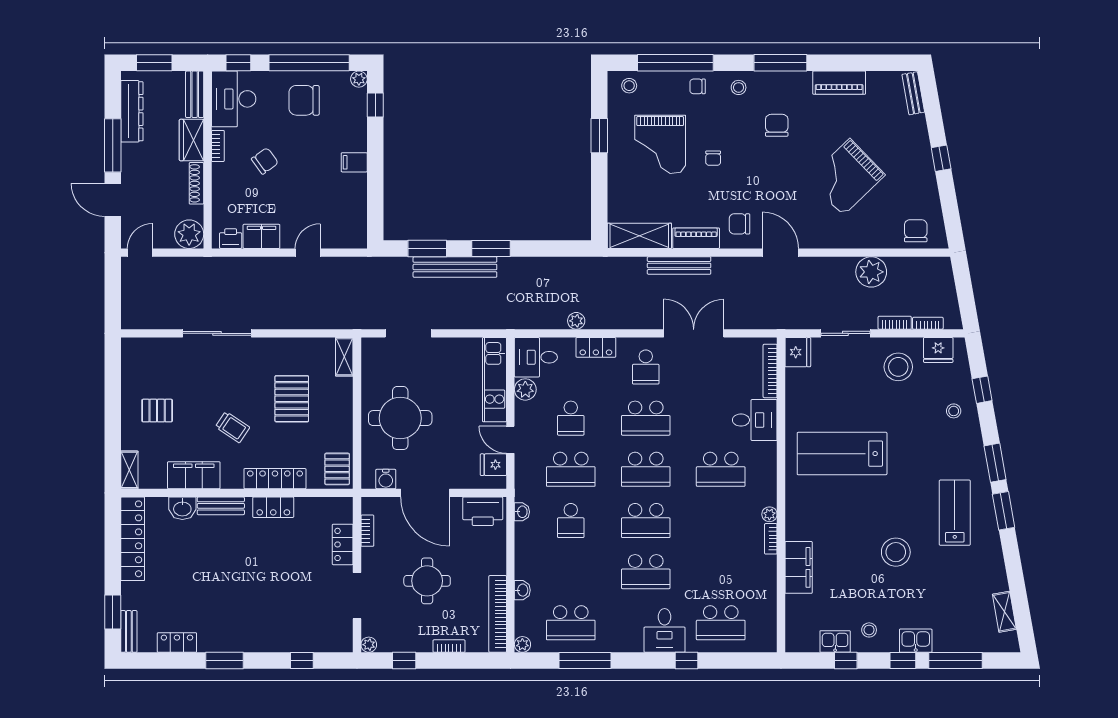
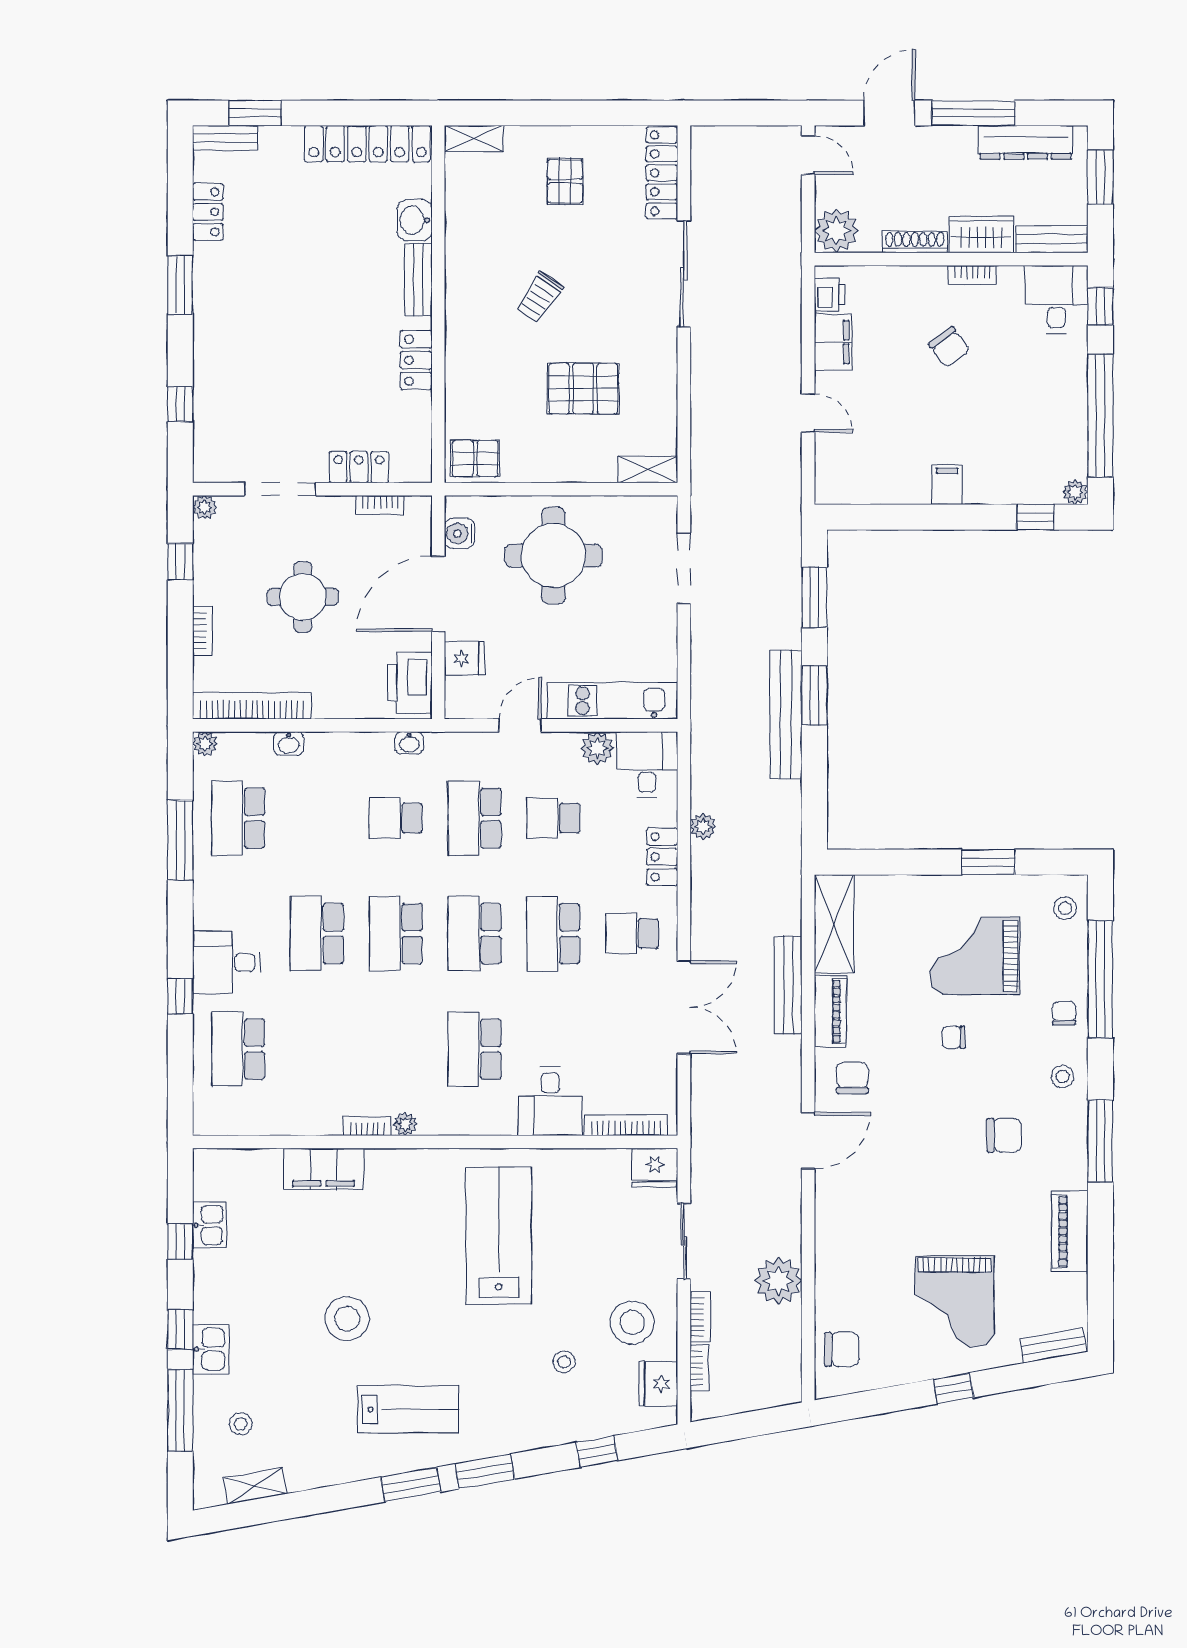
desk: (234, 99) -> (1056, 299), width x0.73
chair: (304, 100) -> (1043, 408), removed
grand piano: (846, 177) -> (955, 1301), moved, turned -136
bench: (455, 267) -> (786, 715), moved
stool: (954, 411) -> (564, 1362), moved
fridge: (493, 465) -> (465, 658), moved, turned 90
filing cabinet: (194, 475) -> (465, 238), removed
locker: (275, 479) -> (662, 173), moved, turned 180
stool: (869, 630) -> (241, 1424), moved

